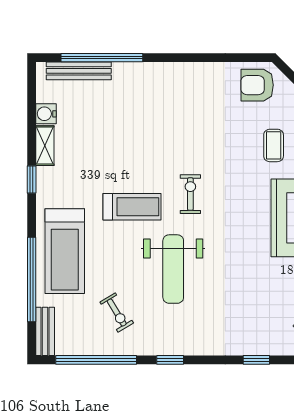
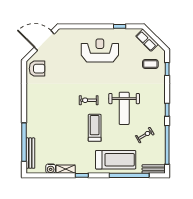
armchair: (257, 85) -> (37, 69), turned -90
coffee table: (274, 145) -> (150, 64), moved
weight bench: (173, 269) -> (124, 108), turned 90

